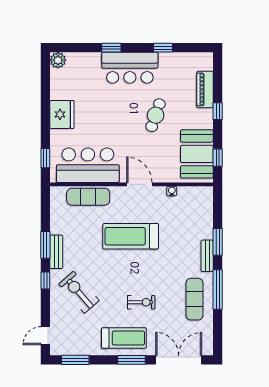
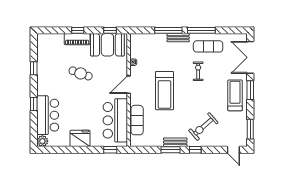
bar counter: (130, 68) -> (48, 115), moved
piano: (205, 89) -> (77, 39), moved
window: (218, 242) -> (168, 30), width x1.44
exercise bike: (141, 302) -> (198, 71), moved

